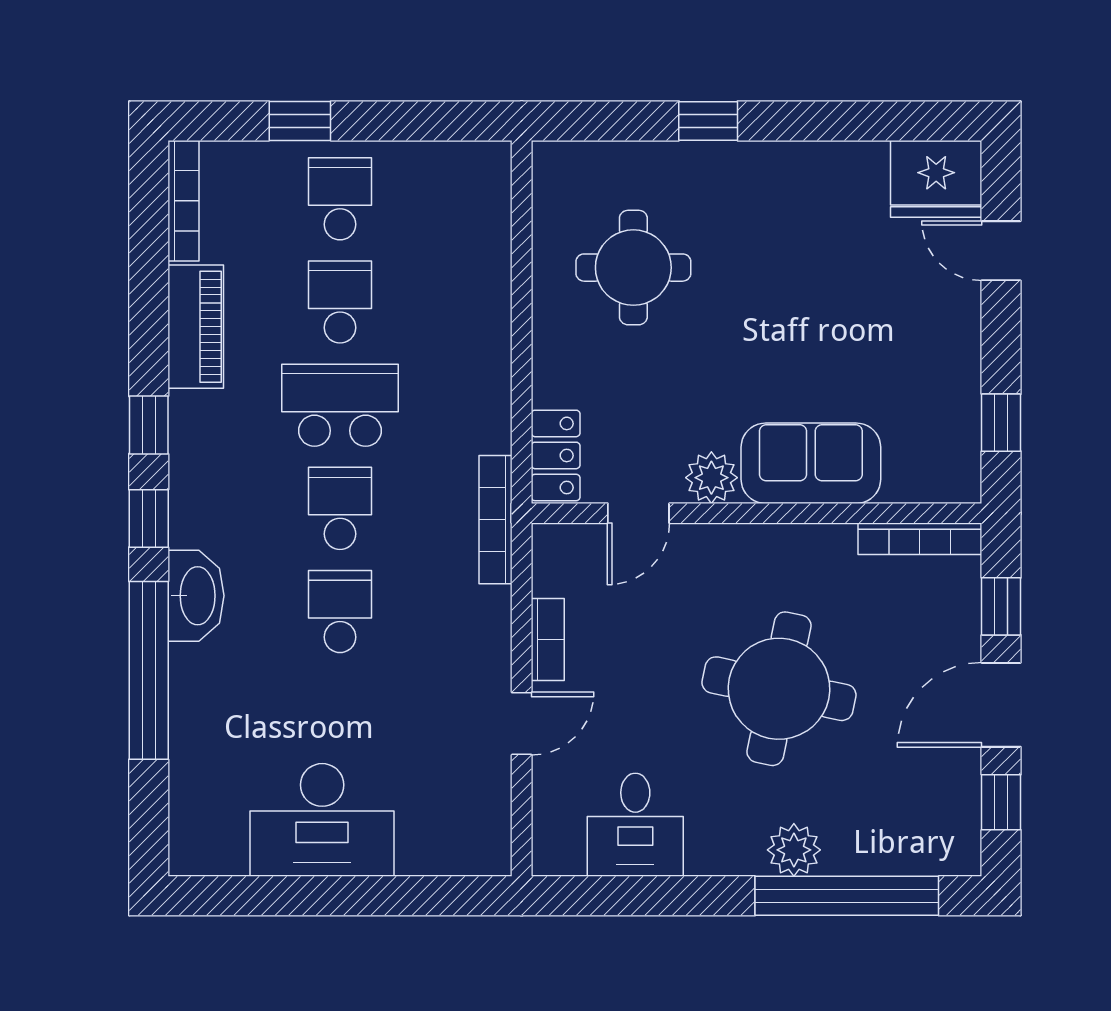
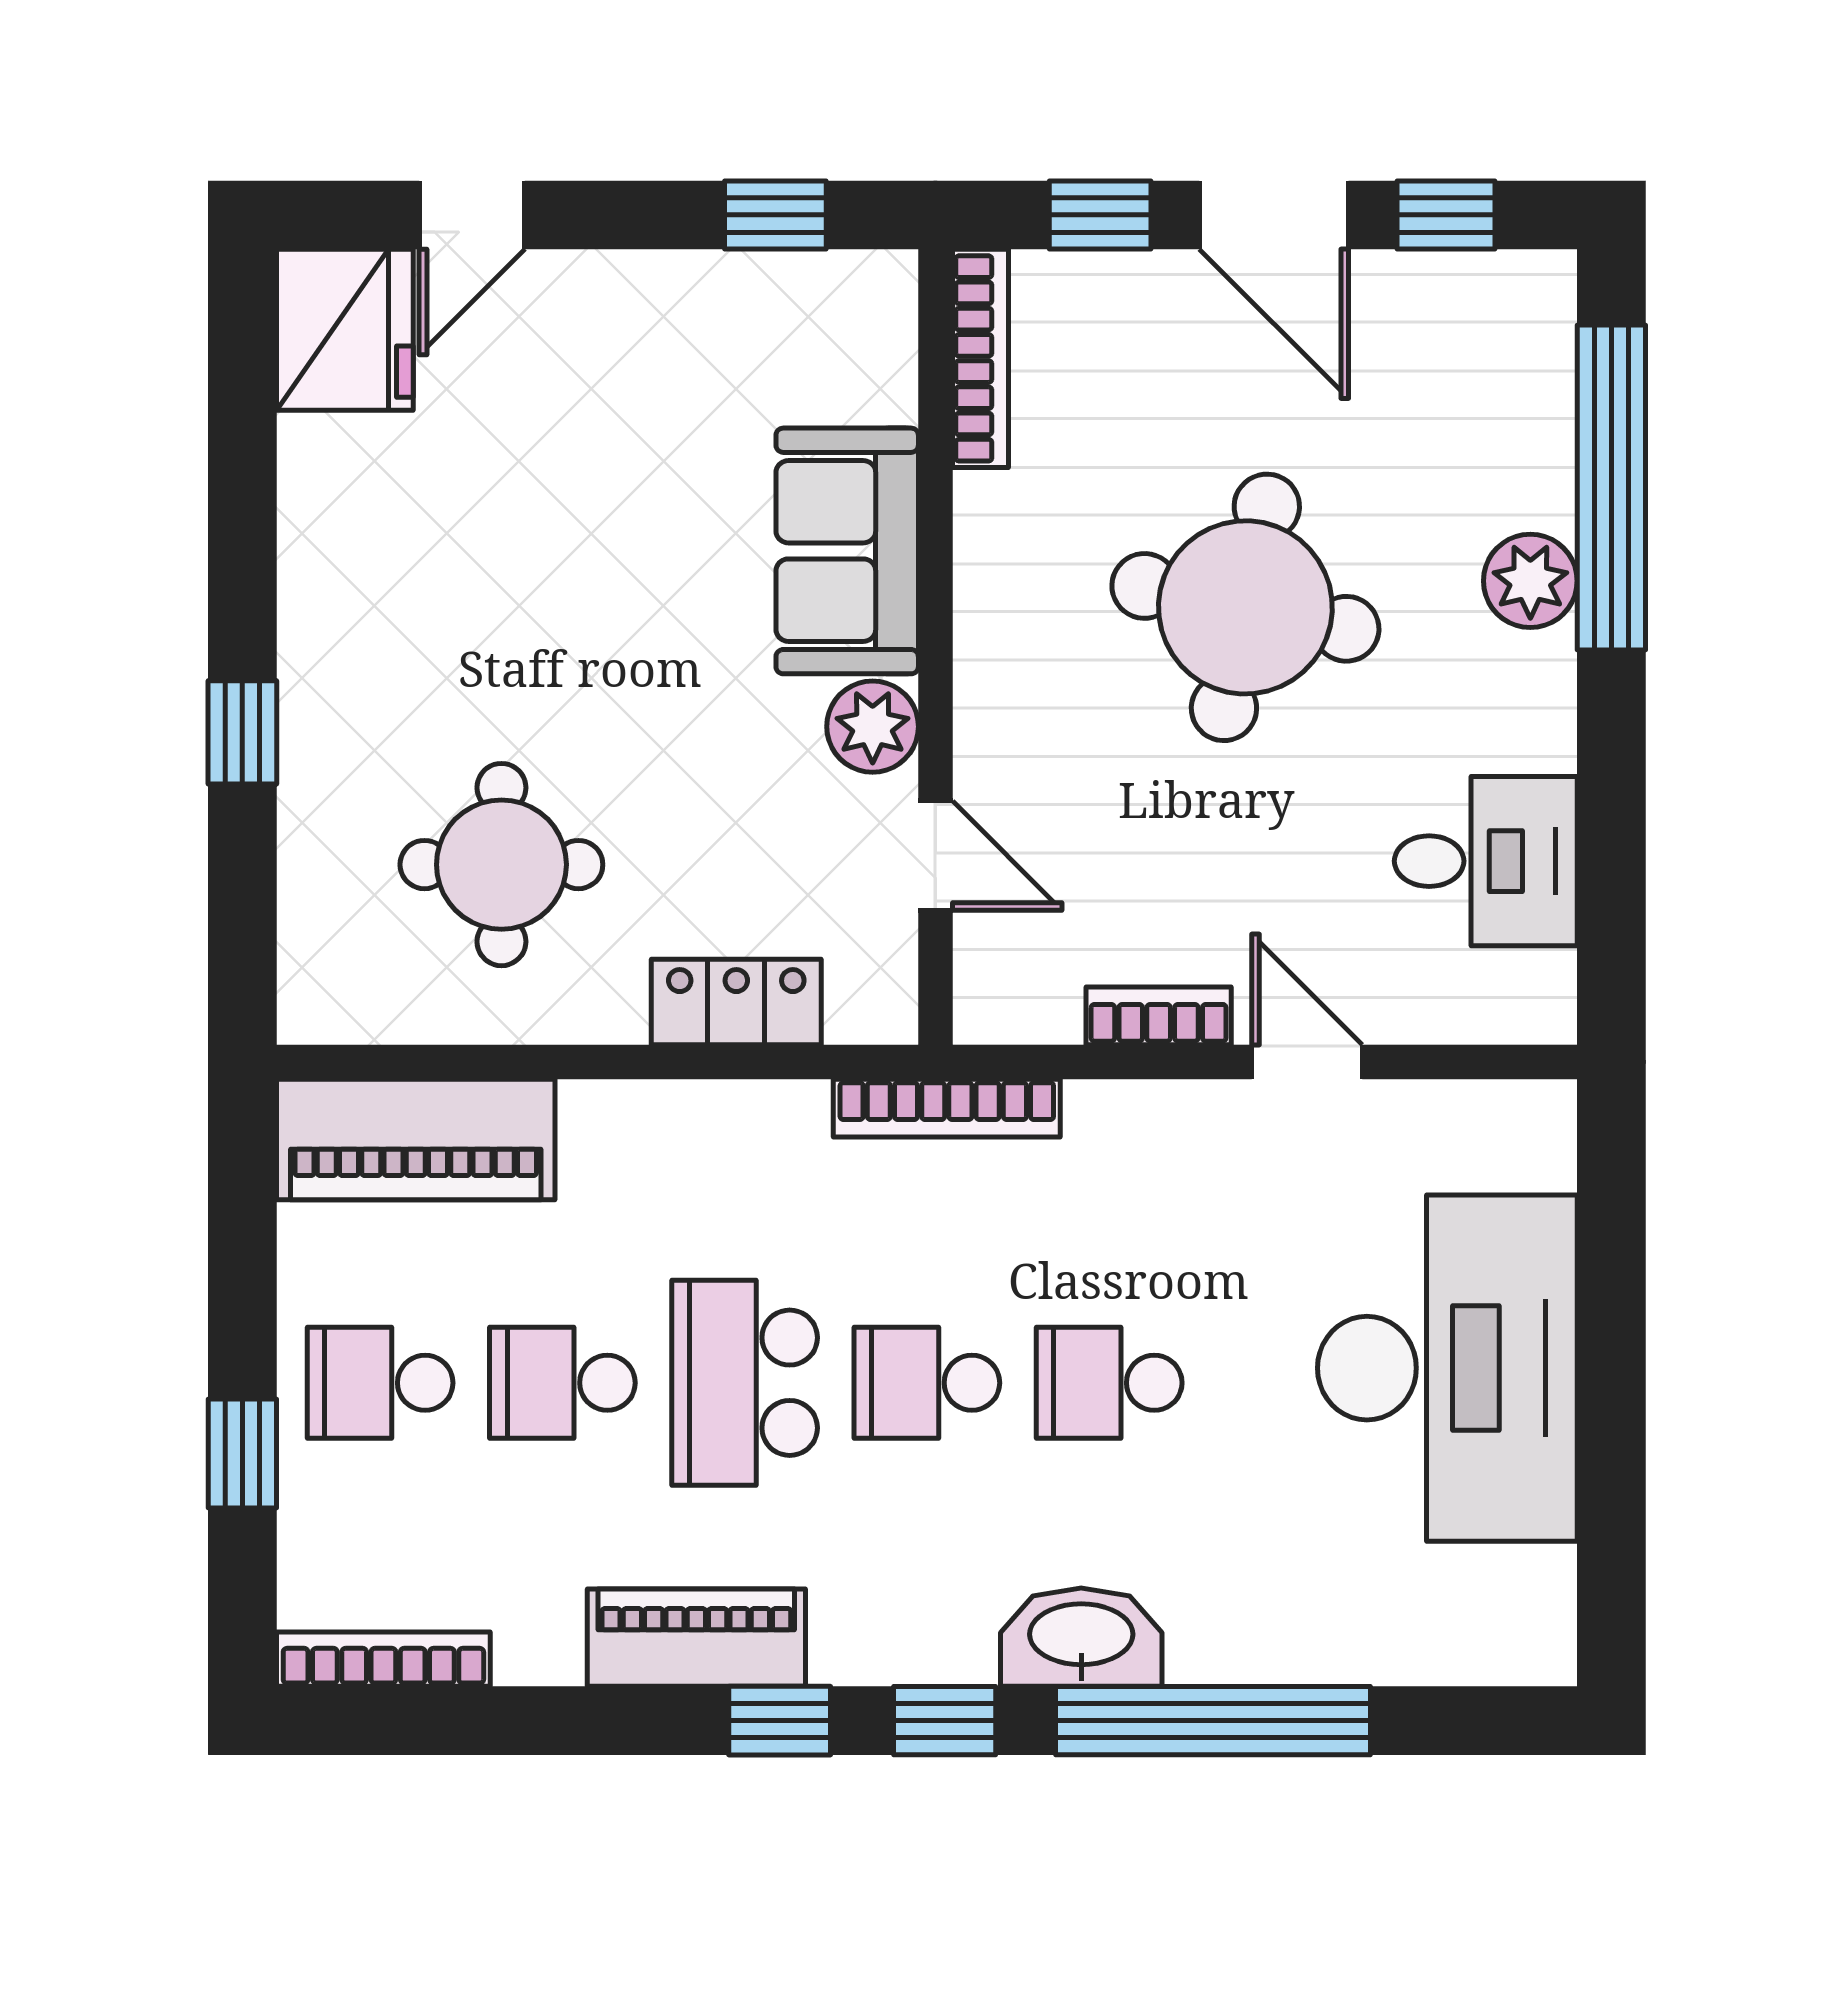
piano: (478, 219) -> (416, 1139), added
piano: (196, 327) -> (696, 1638), moved
locker: (556, 455) -> (736, 1002), moved
desk: (322, 820) -> (1447, 1368), width x1.36, depth x1.30

